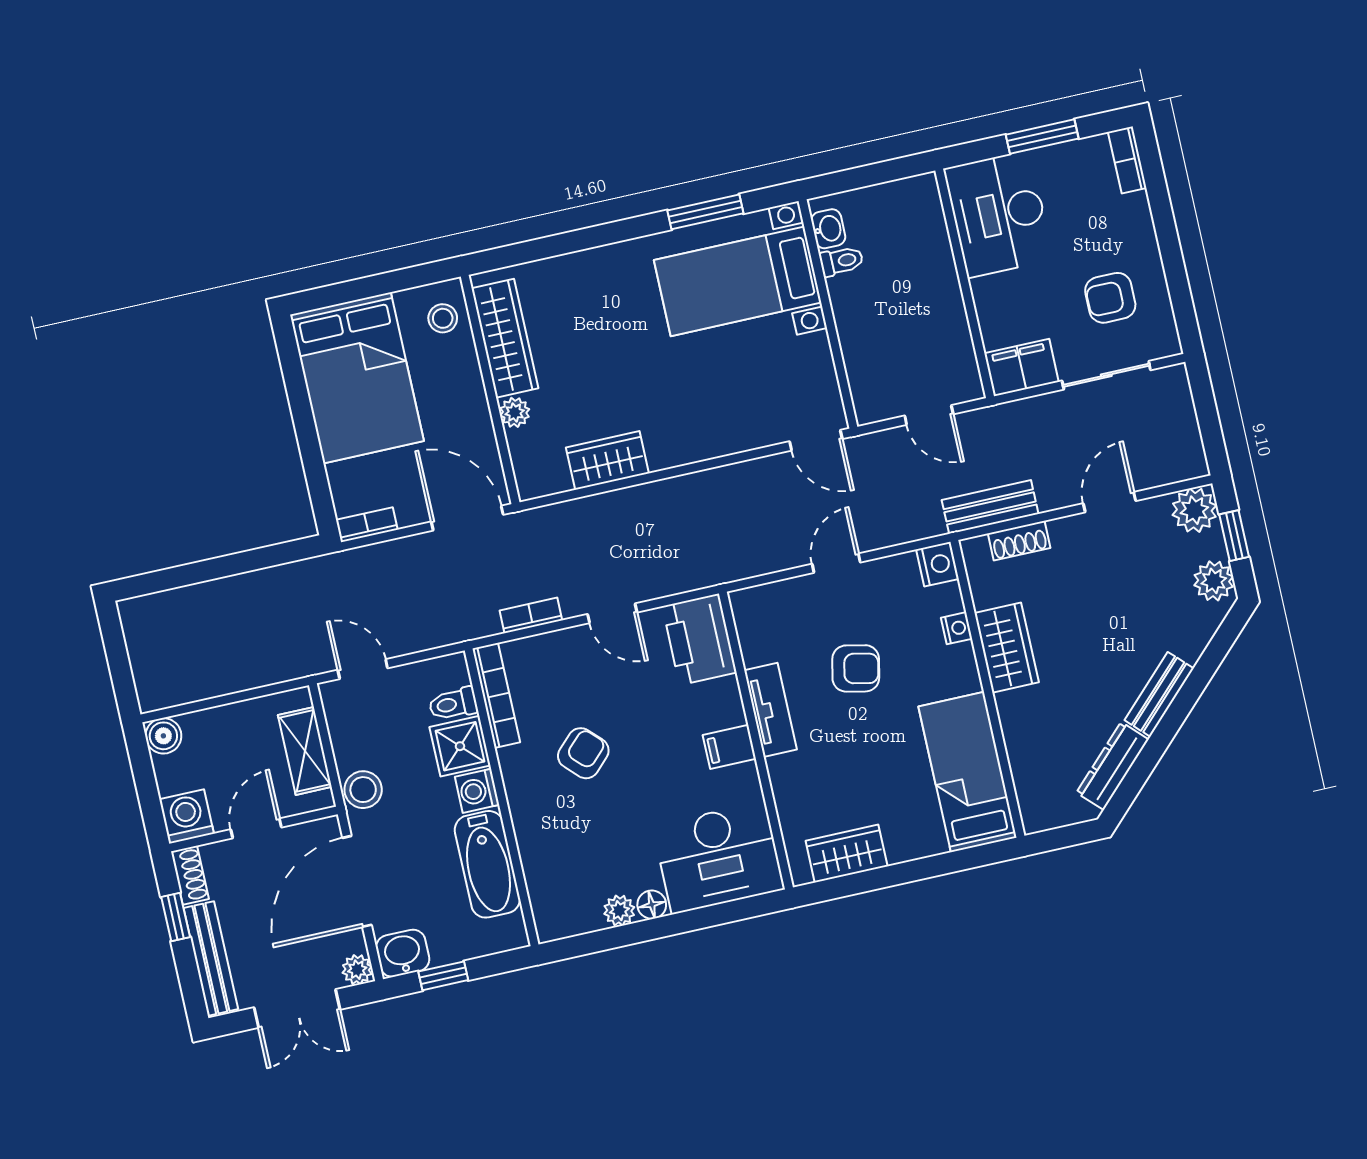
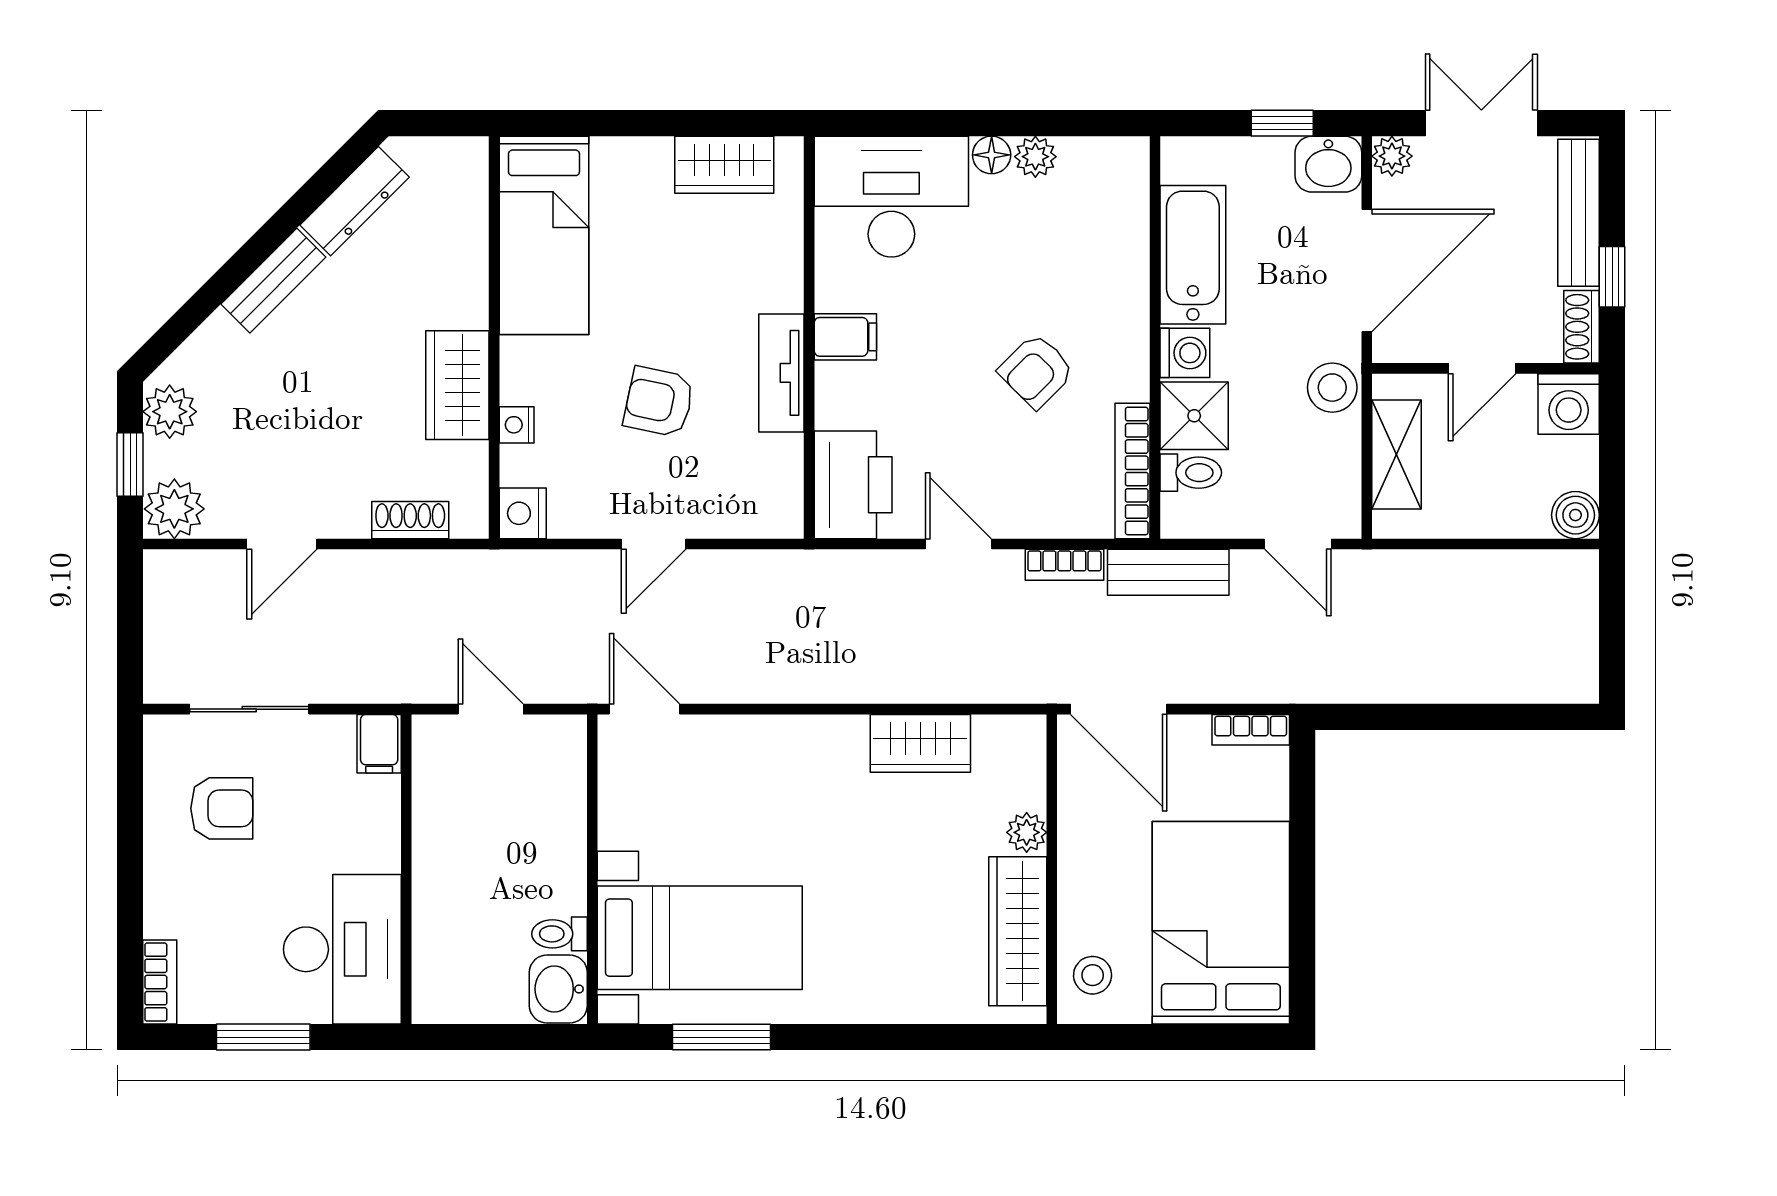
washbasin: (828, 229) -> (558, 989), width x1.38, depth x1.45
filing cabinet: (1021, 368) -> (379, 744), width x0.50
bench: (990, 507) -> (1168, 572), moved

